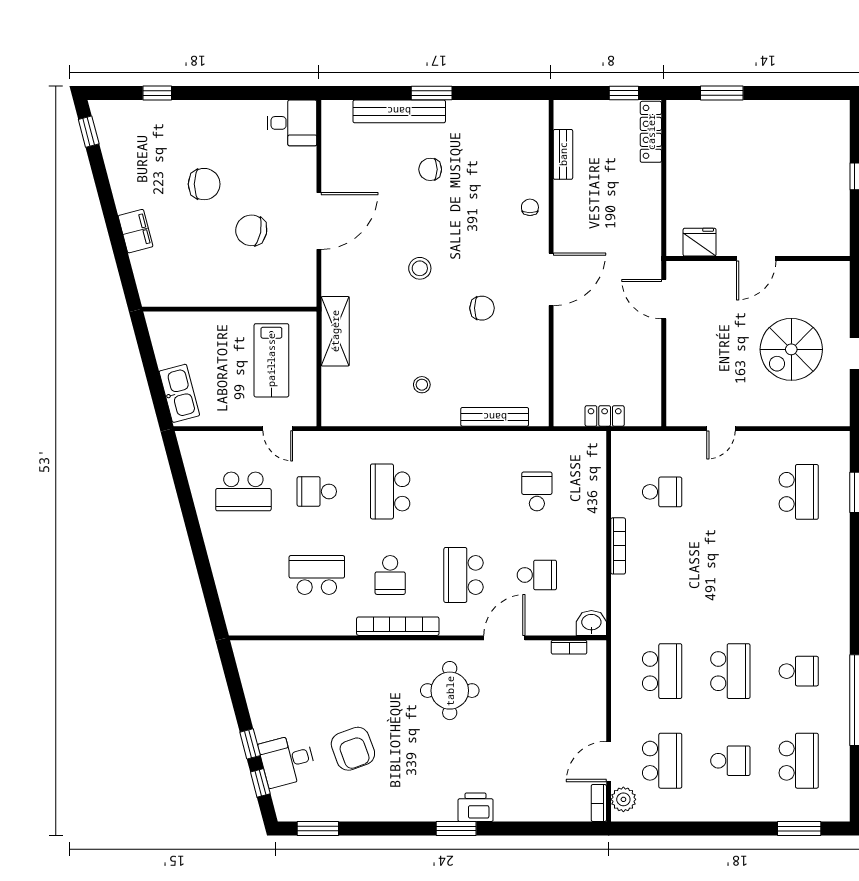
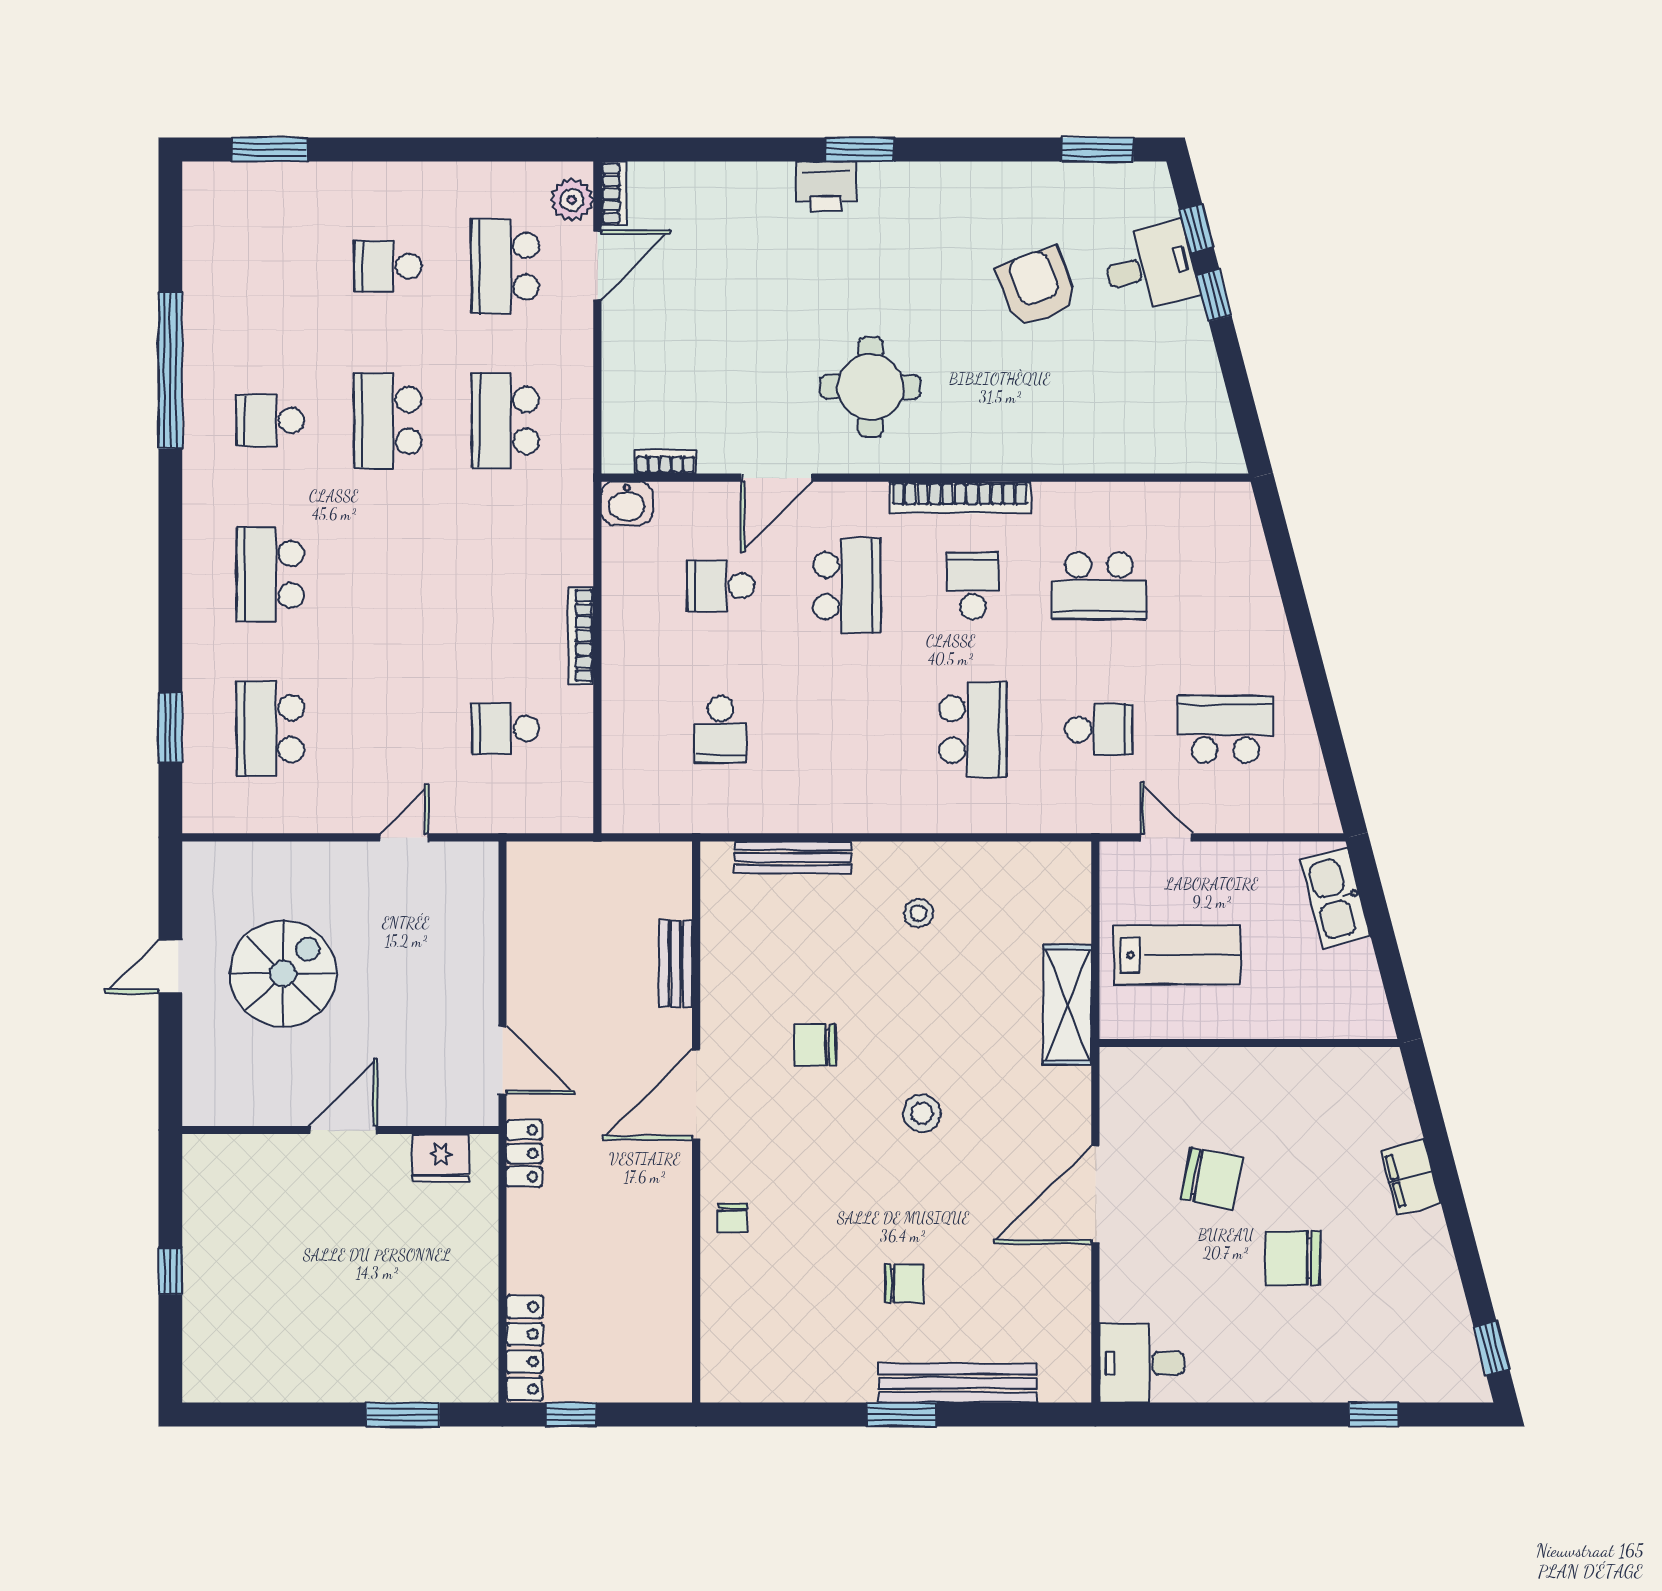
bench: (563, 154) -> (676, 964), moved
lab bench: (271, 360) -> (1177, 955), turned 90
locker: (605, 416) -> (524, 1154), moved, turned -90
school desk: (799, 761) -> (270, 575), moved

